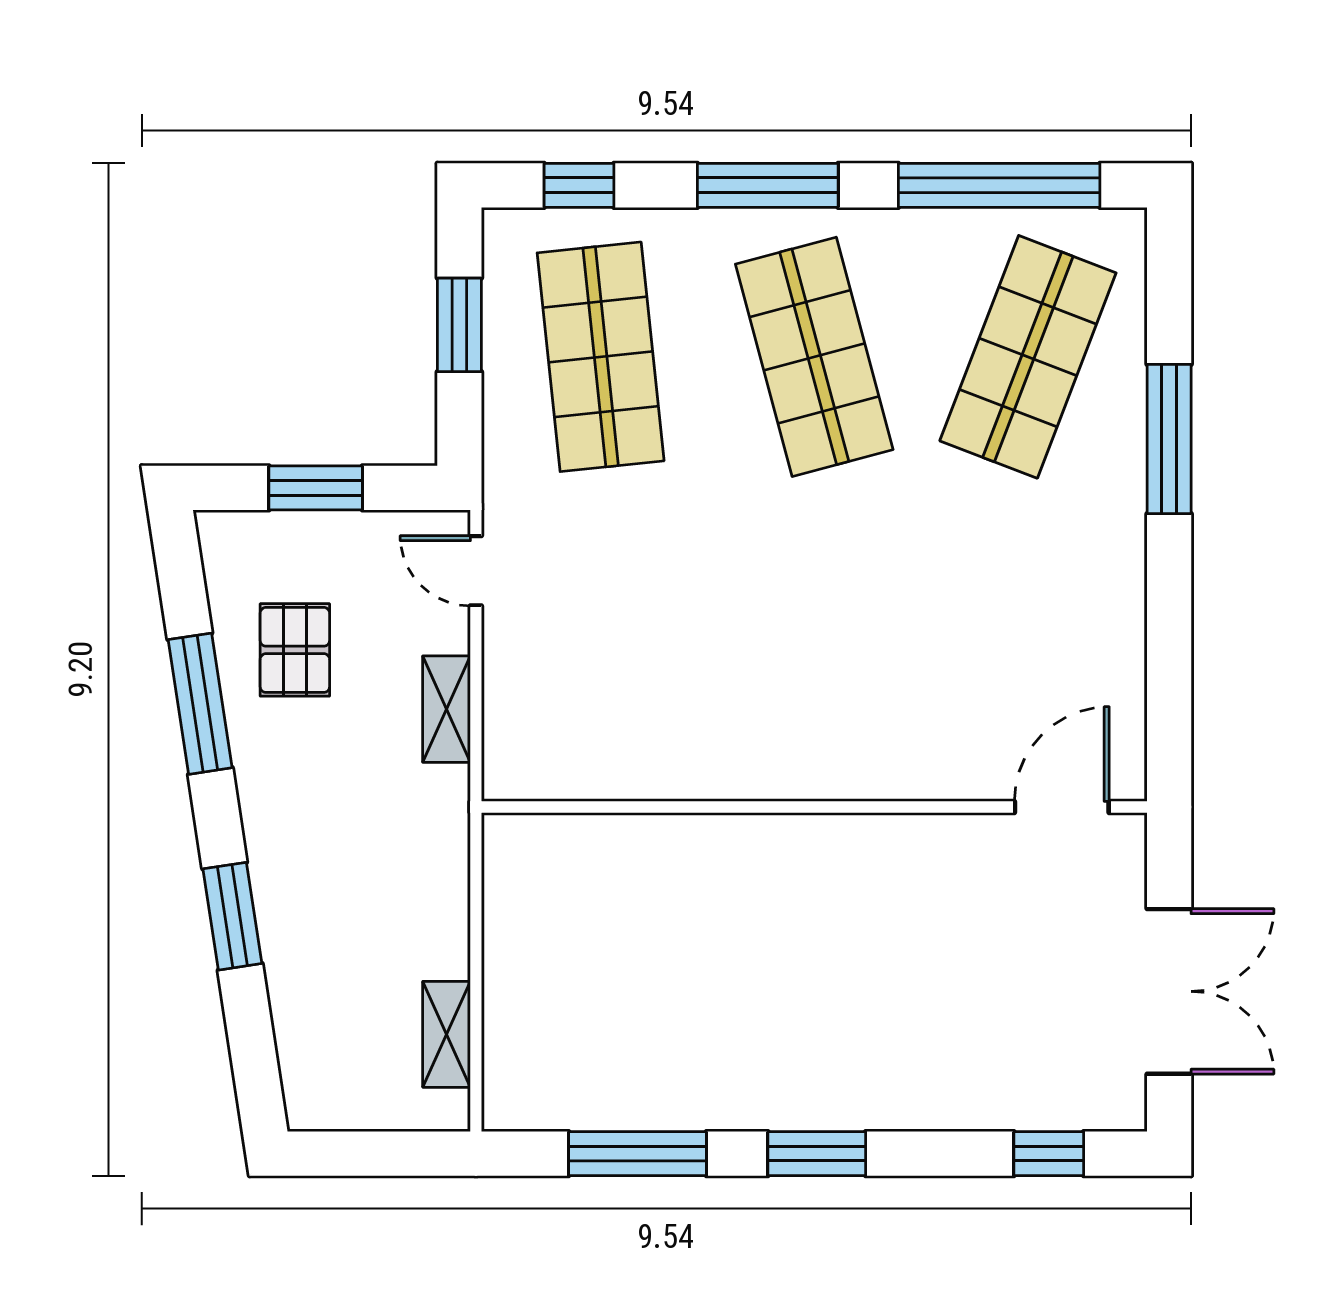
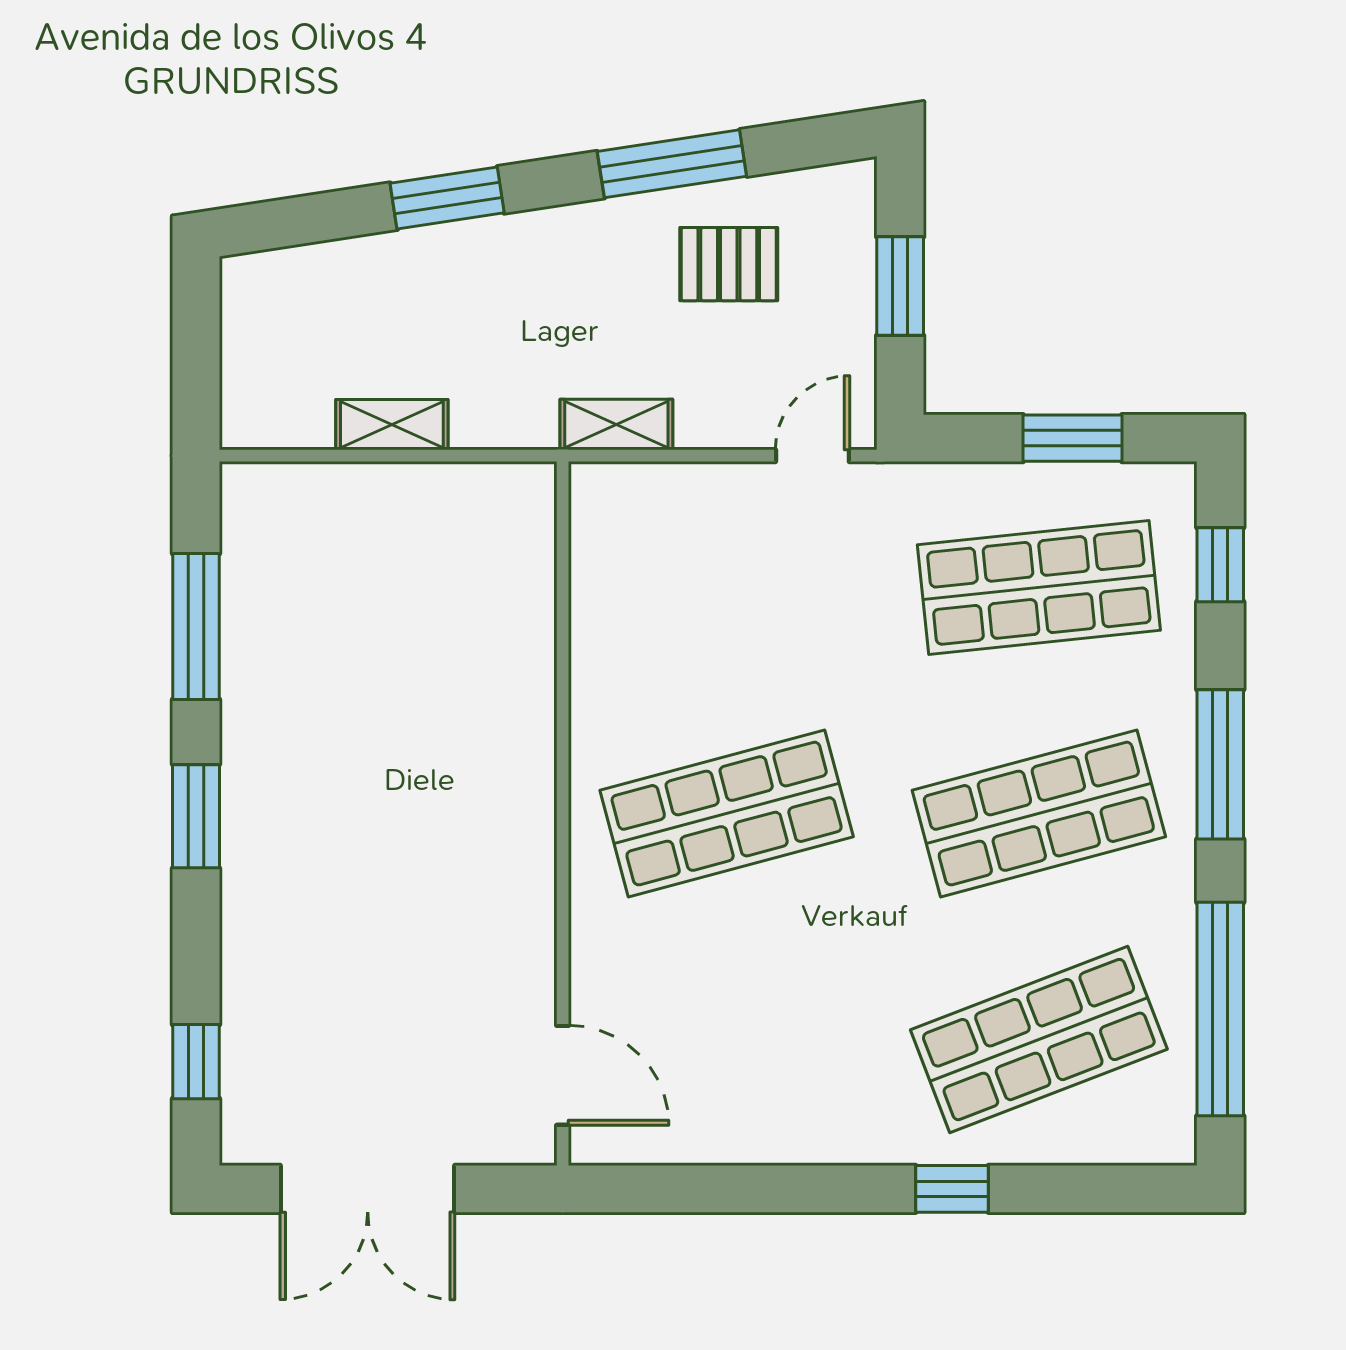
shop shelf: (1028, 357) -> (1039, 1040), turned -42
window: (1169, 439) -> (952, 1189), width x0.46
shop shelf: (814, 652) -> (727, 814), added
shelving: (446, 709) -> (616, 424), moved
shelving: (447, 1034) -> (392, 425), moved

